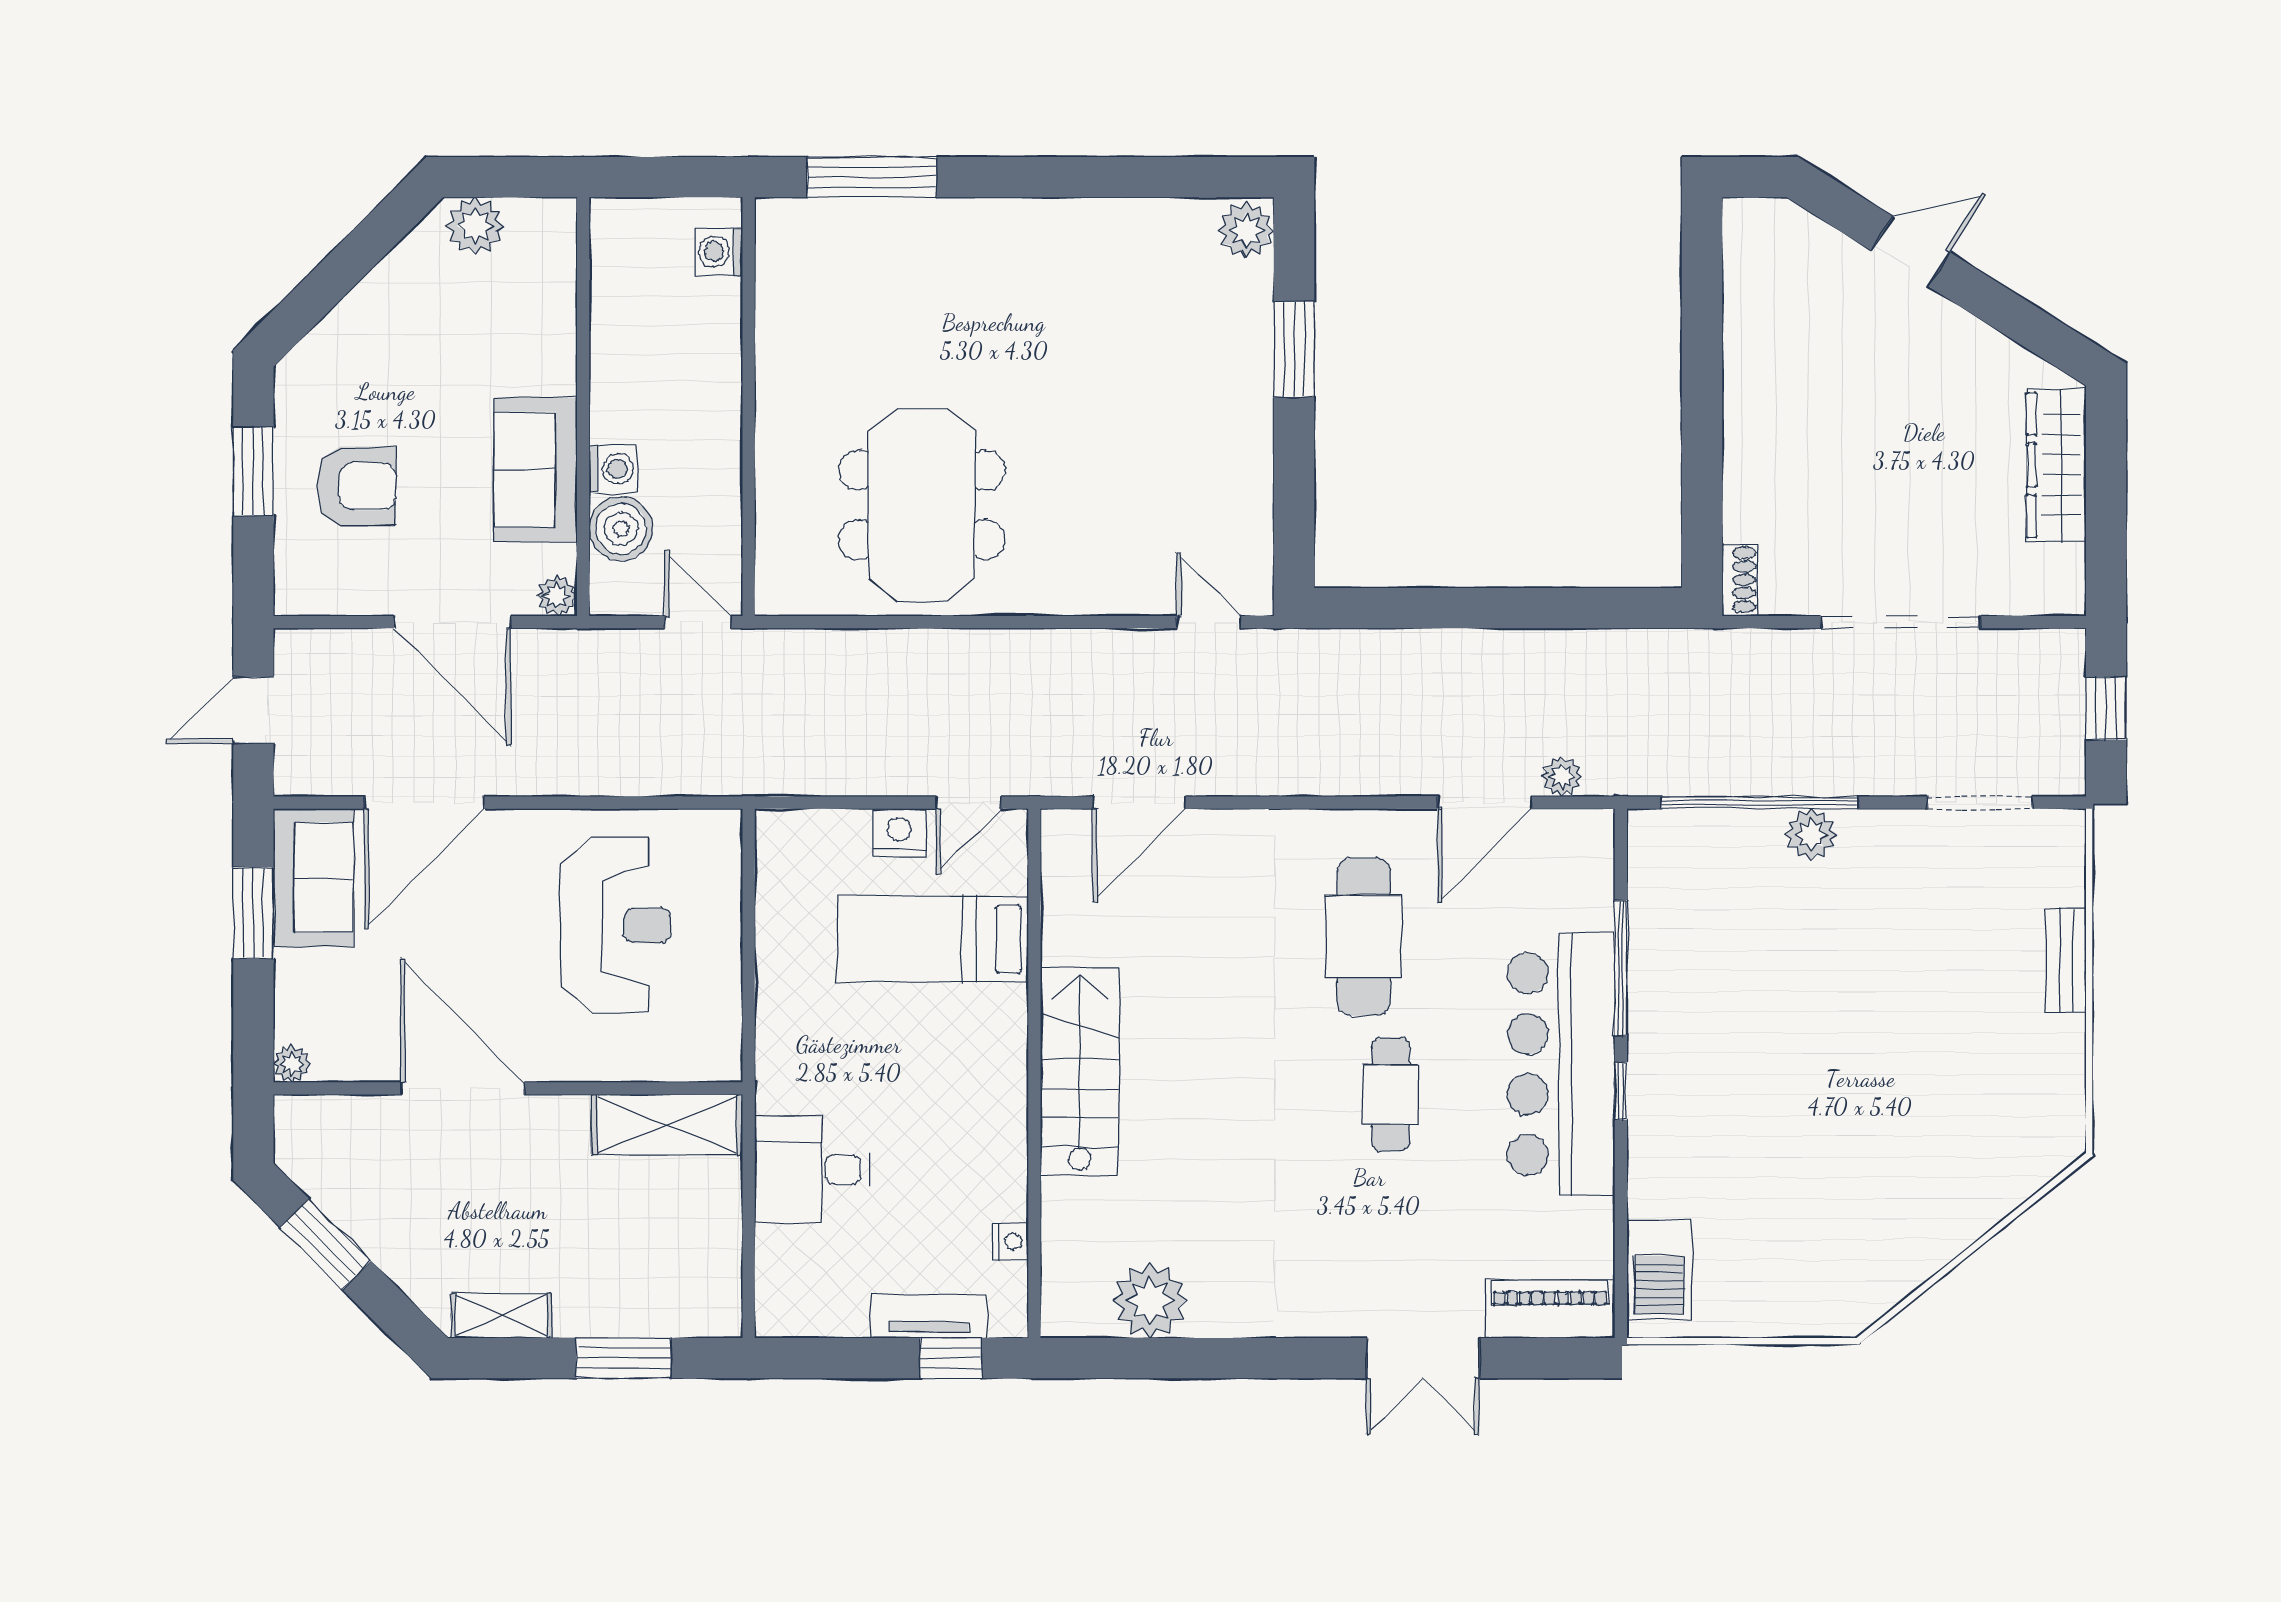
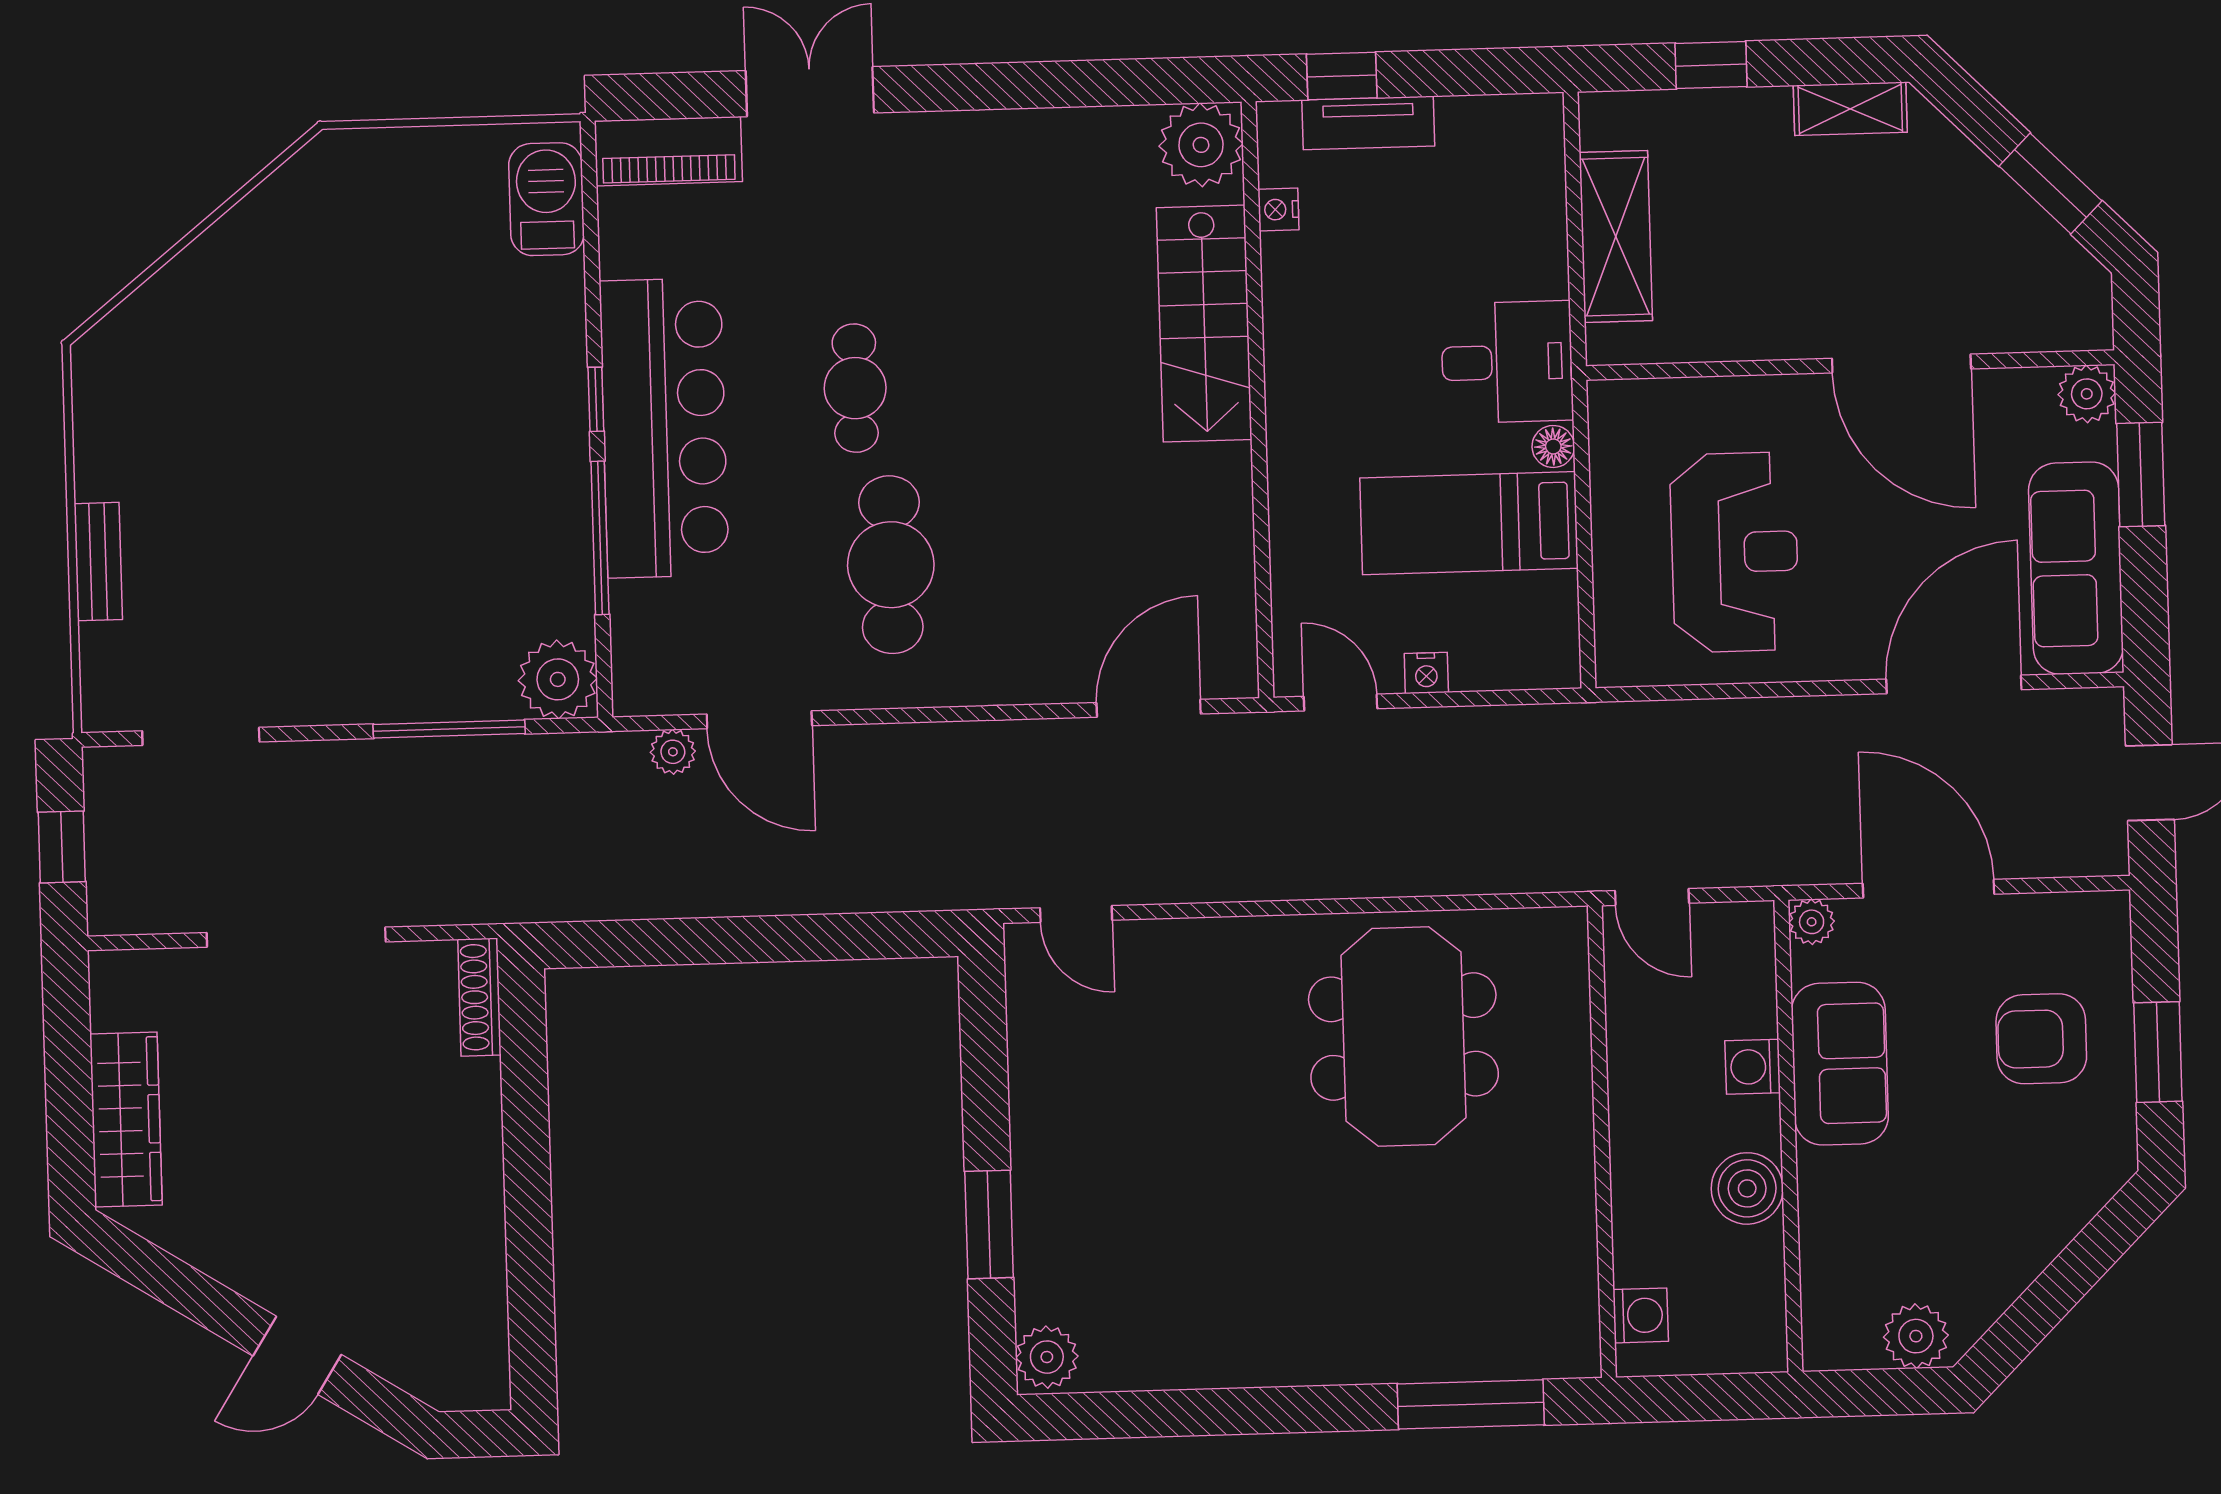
boiler: (621, 529) -> (1747, 1188), moved
shoe rack: (1740, 580) -> (479, 997), width x1.43
door: (969, 803) -> (1341, 703), hinge flipped
door: (1484, 803) -> (759, 720), swing flipped
window: (1760, 803) -> (449, 729), width x0.68
nightstand: (899, 833) -> (1426, 673), width x0.72, depth x0.74
plant: (1811, 834) -> (558, 679), moved, width x1.36, depth x1.36
sofa: (313, 878) -> (2076, 568), width x1.36
window: (253, 913) -> (2141, 475), moved
reception desk: (615, 926) -> (1735, 552), turned 180
bed: (933, 939) -> (1469, 523), moved, turned 180
floor lamp: (773, 1024) -> (1553, 446), added
plant: (292, 1064) -> (2087, 394), width x1.38, depth x1.38
stairs: (1080, 1072) -> (1204, 324), moved
shelving: (667, 1125) -> (1616, 237), moved, turned 90
desk: (812, 1170) -> (1507, 362), moved
plant: (1150, 1301) -> (1201, 145), moved
window: (623, 1358) -> (1711, 65), width x0.67

